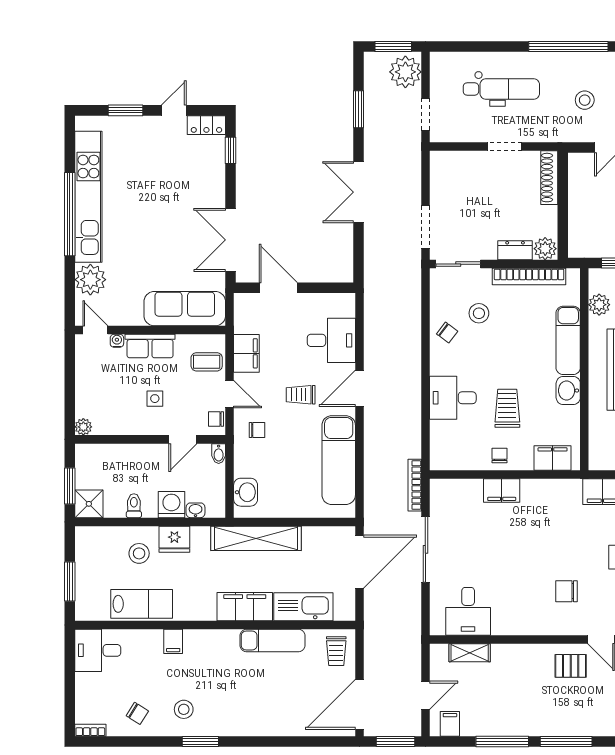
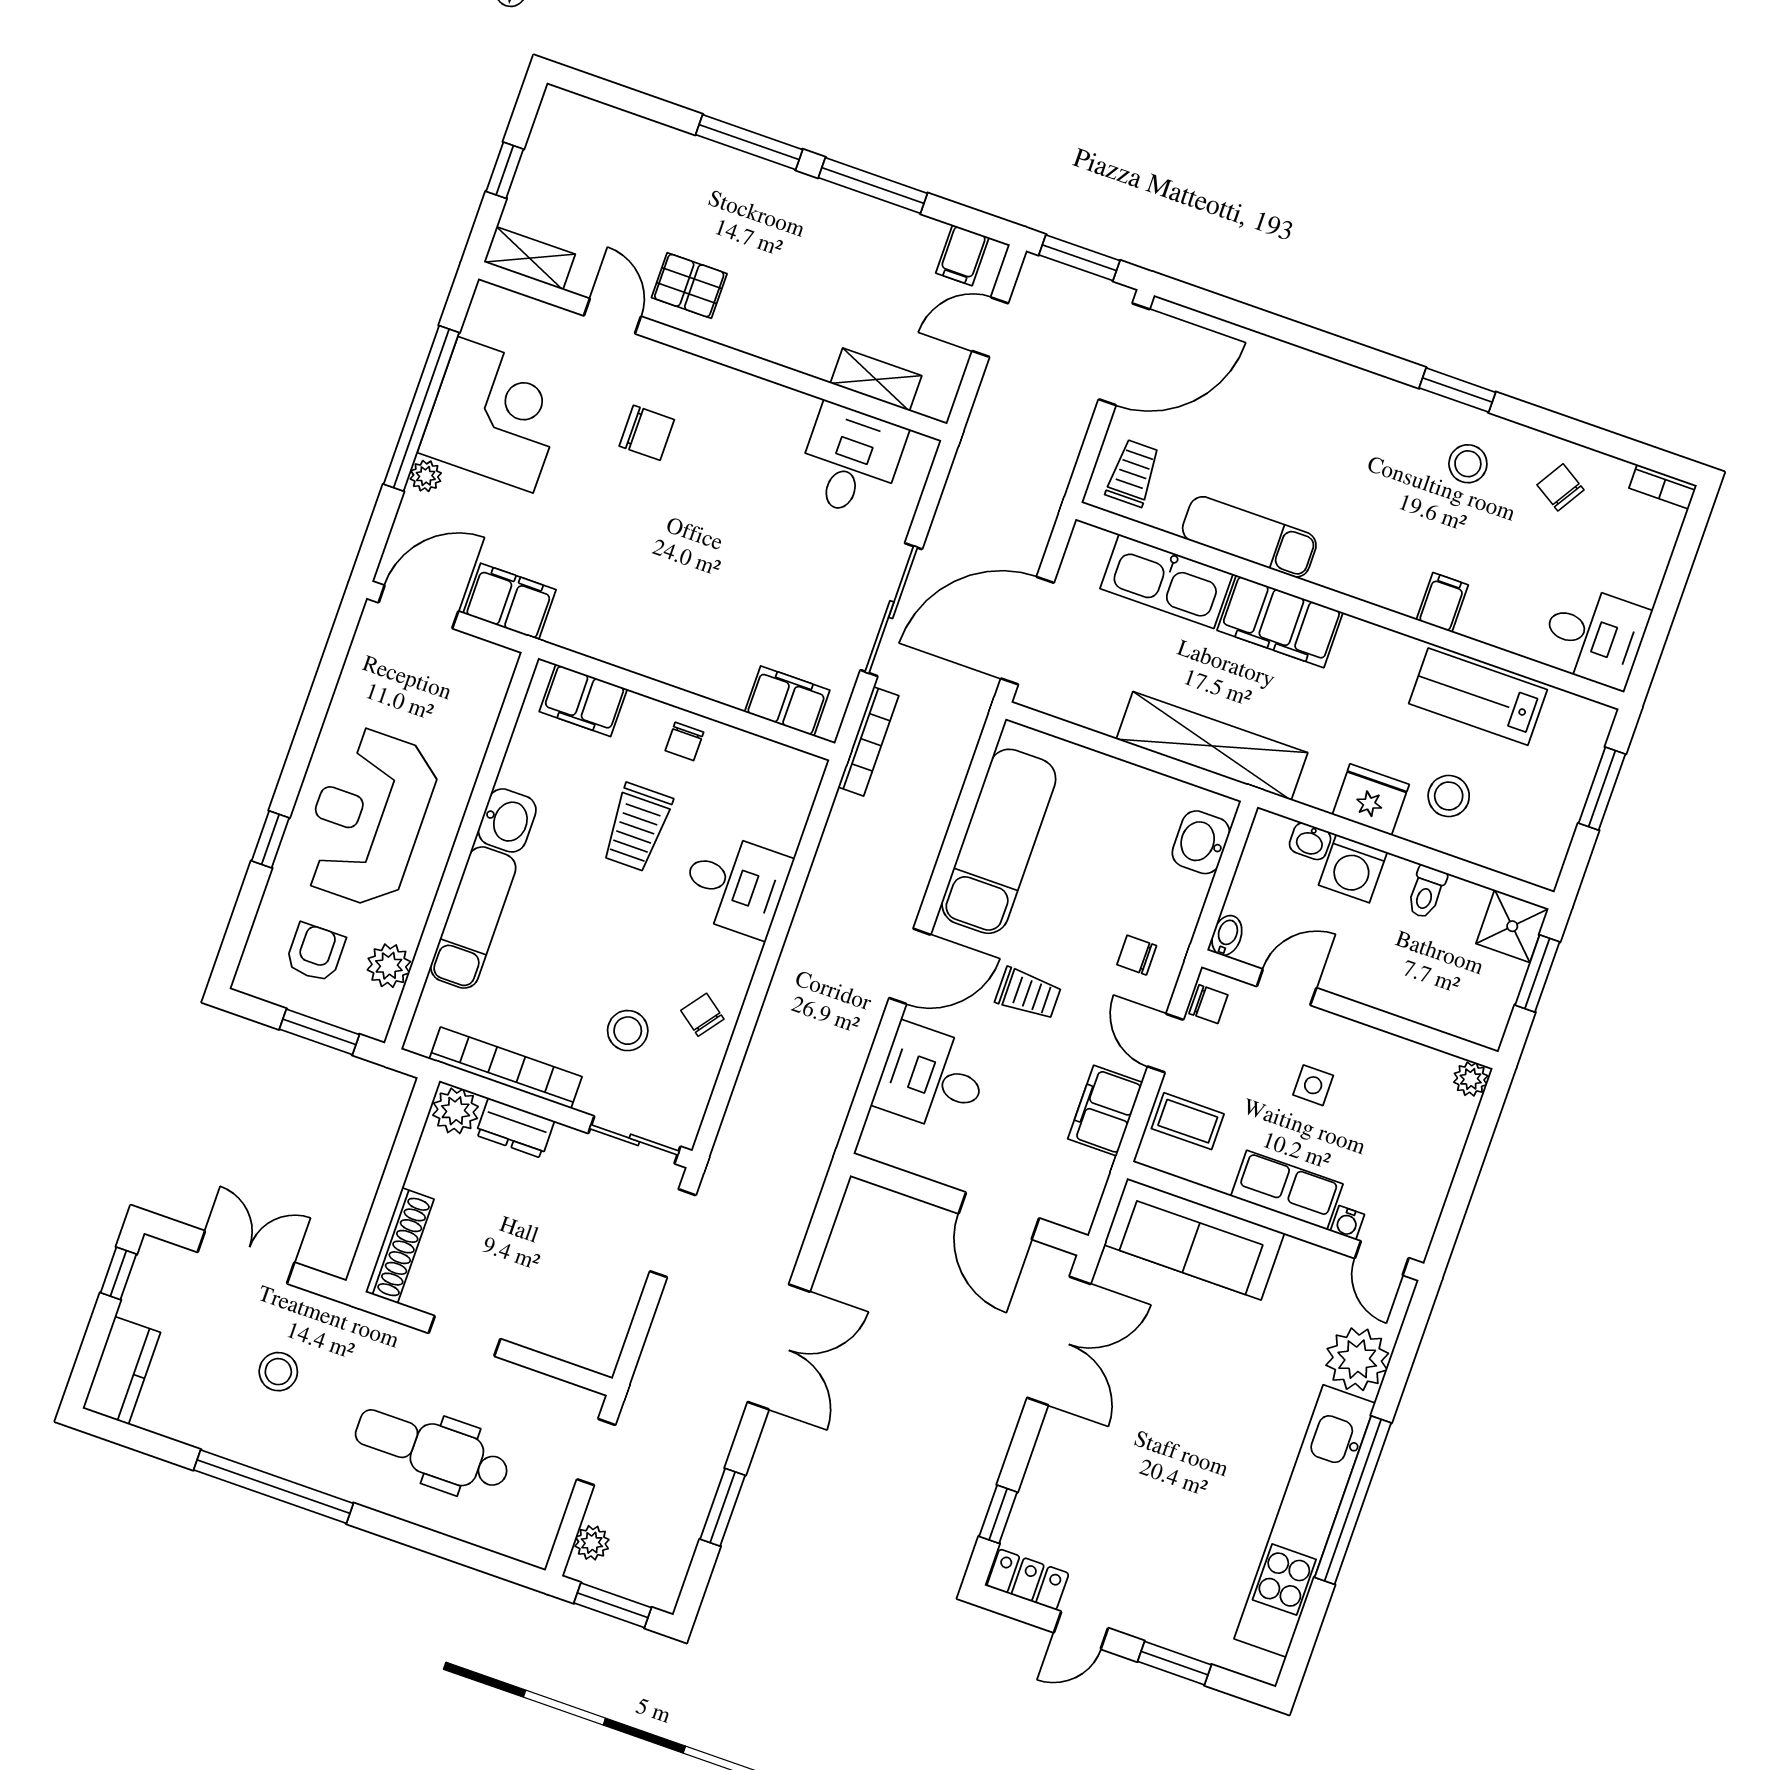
plant: (405, 72) -> (592, 1543), width x0.53, depth x0.53
filing cabinet: (502, 491) -> (787, 701), moved

